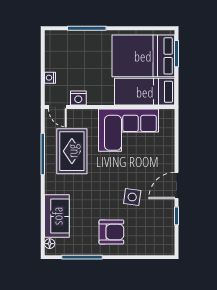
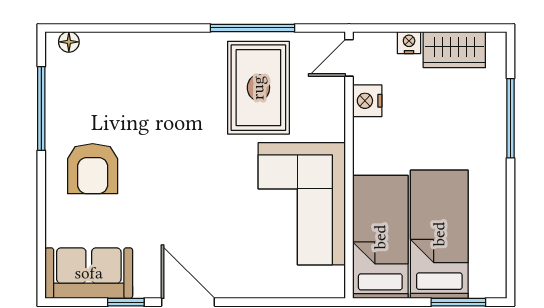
wardrobe: (53, 56) -> (454, 50), added
bed: (143, 56) -> (439, 234), width x0.67
rug: (72, 151) -> (258, 88), turned 90
side table: (132, 197) -> (164, 211), removed
sofa: (57, 216) -> (89, 273), moved, turned 180

